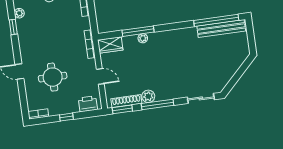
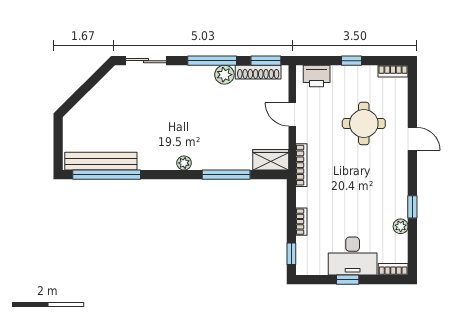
plant: (143, 38) -> (184, 163), moved

